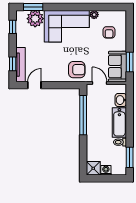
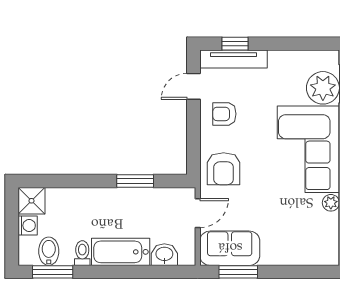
window: (13, 27) -> (307, 44), removed
armchair: (109, 32) -> (224, 114), moved
door: (34, 85) -> (193, 86), swing flipped
window: (83, 115) -> (135, 181), width x0.47
bidet: (119, 159) -> (49, 251), added

